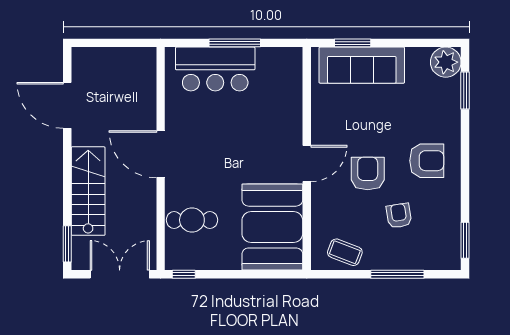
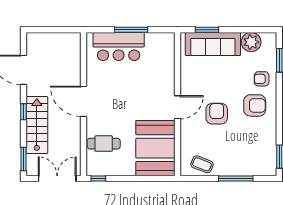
plant: (446, 62) -> (251, 42), moved
window: (67, 170) -> (23, 112), added
armchair: (399, 216) -> (262, 79), moved, turned -81

